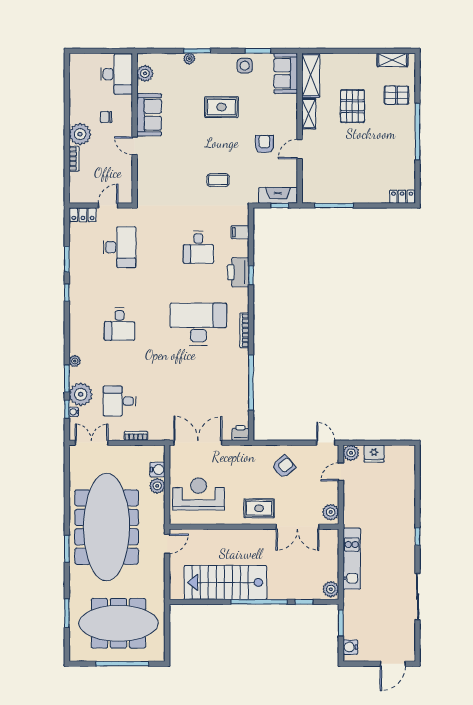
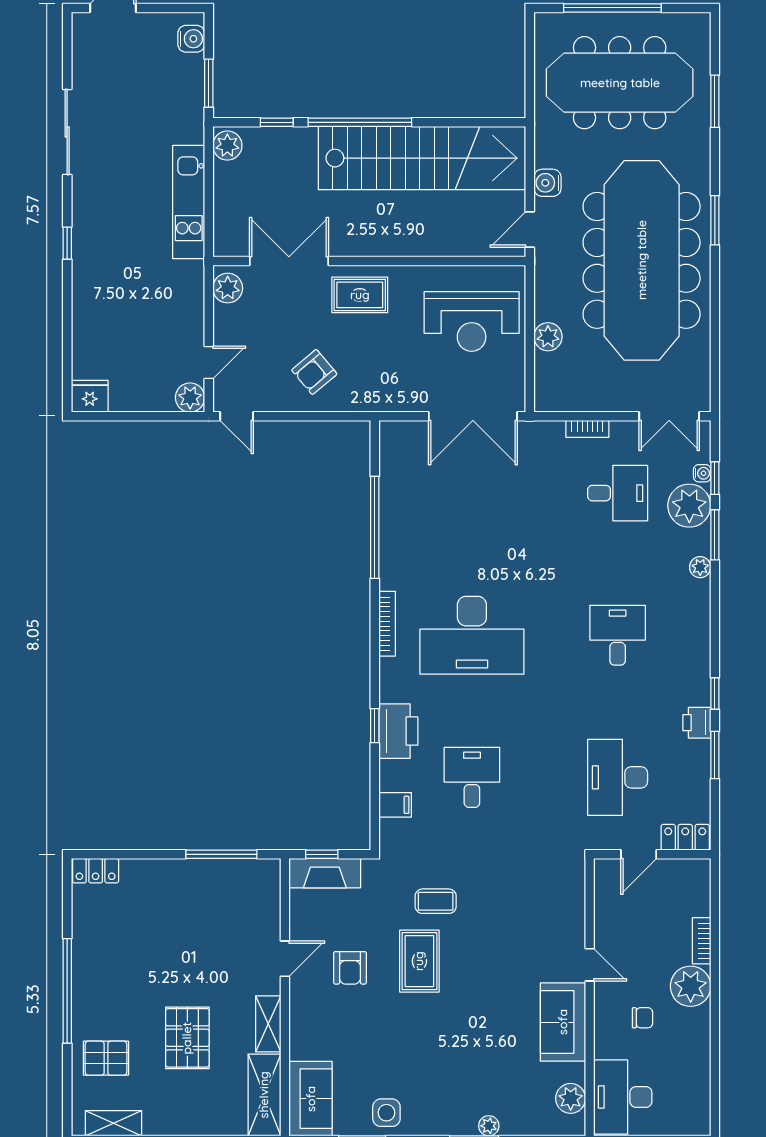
rug: (222, 107) -> (419, 961), moved, turned 90
printer: (240, 433) -> (697, 723), moved, turned 90
fridge: (374, 454) -> (90, 396), moved
water cooler: (157, 470) -> (547, 183), moved
stairs: (225, 582) -> (422, 158), width x1.36

